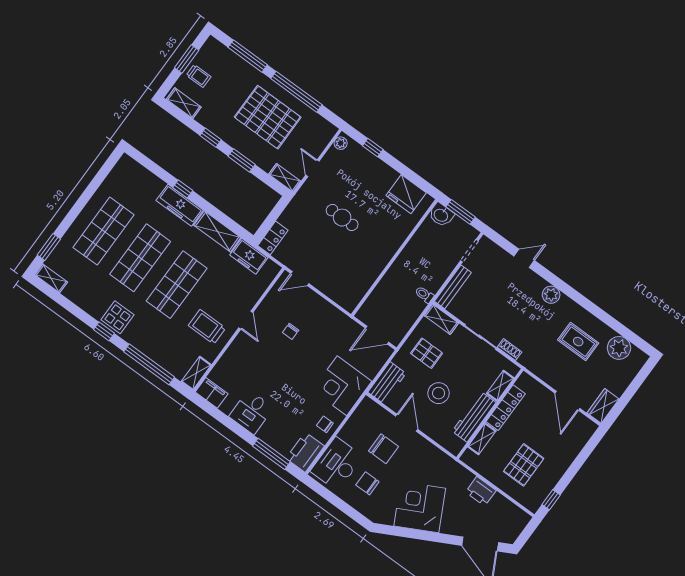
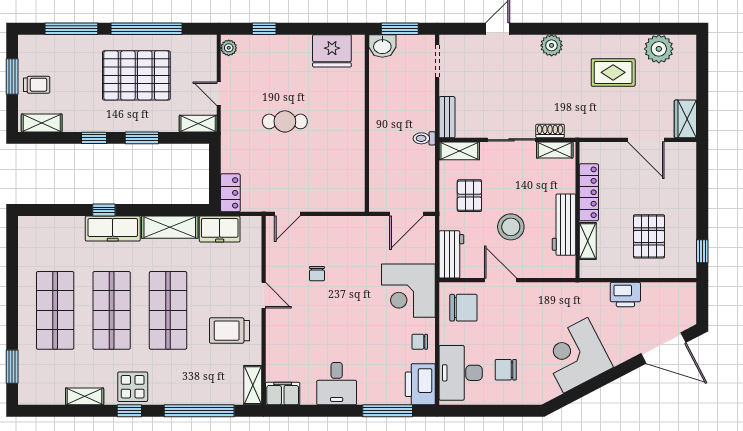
shelving: (51, 278) -> (85, 396), moved
bench: (453, 287) -> (447, 117), width x0.73
pallet: (427, 353) -> (469, 196), turned 90
shelving: (500, 386) -> (555, 150), moved, turned 90
chair: (383, 449) -> (463, 308), moved

